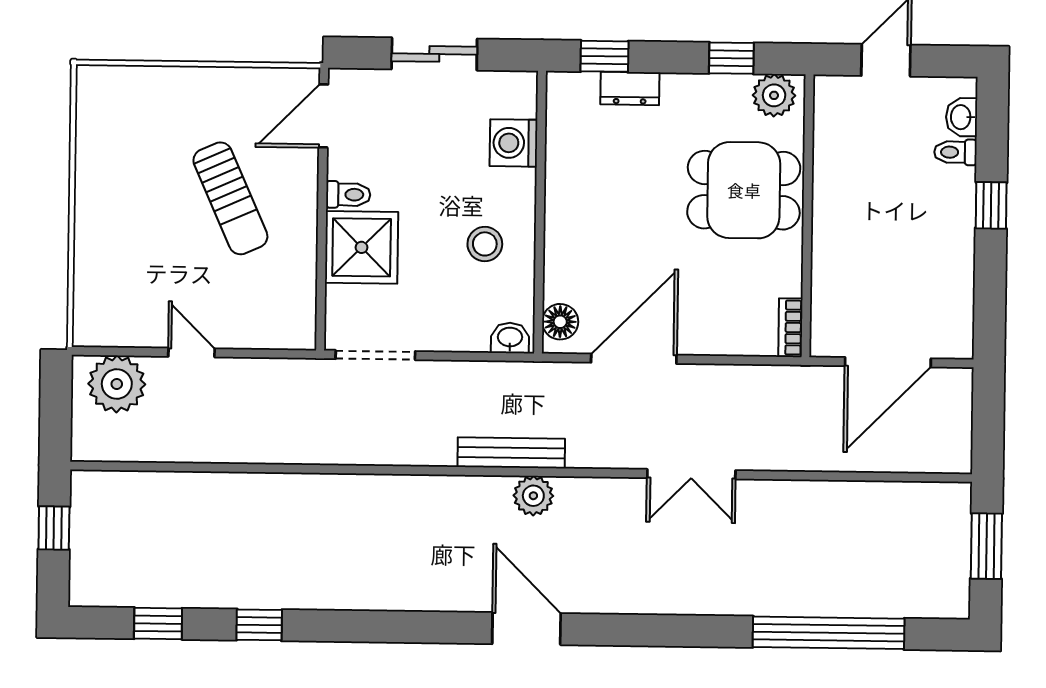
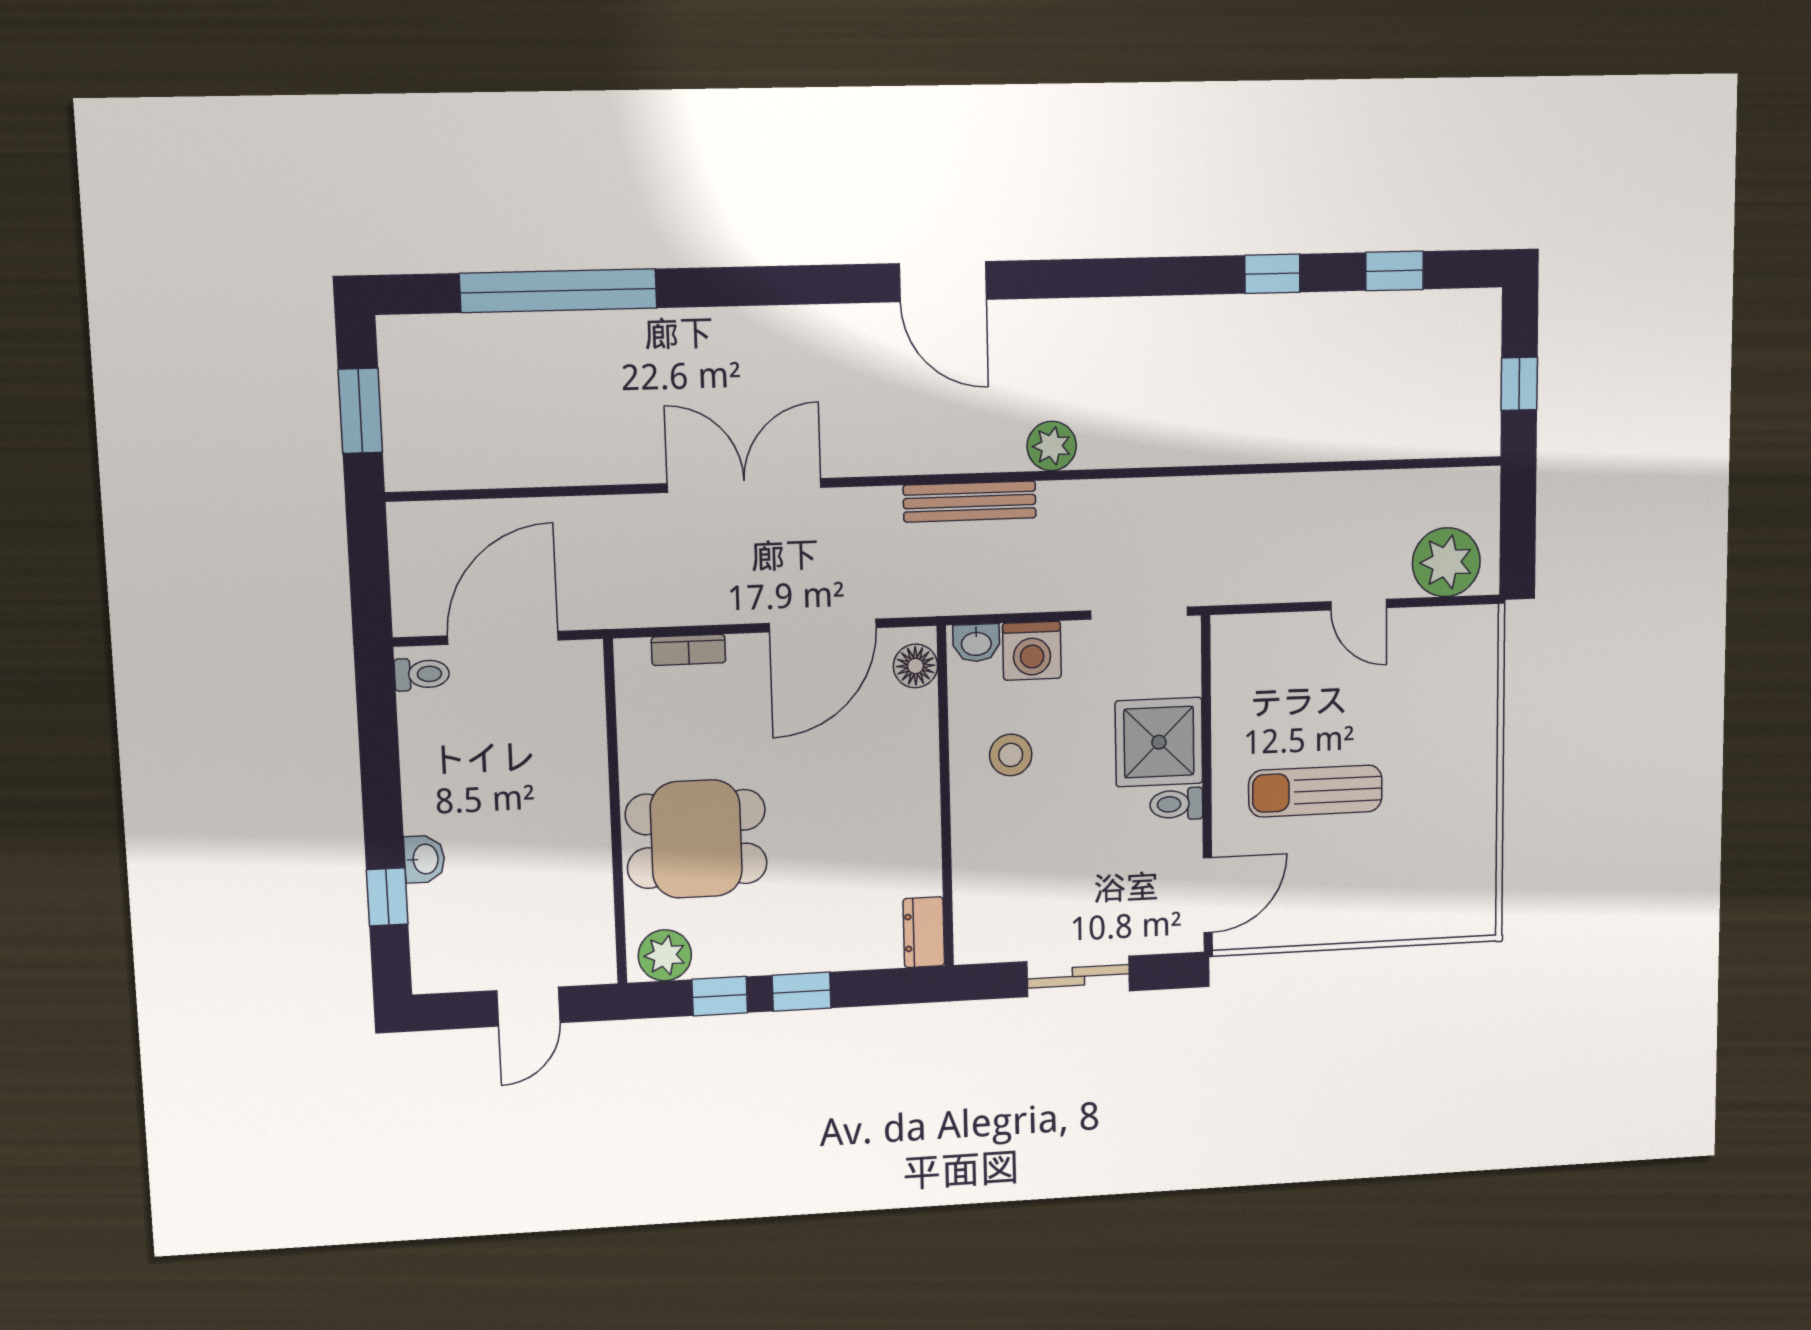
window: (604, 56) -> (802, 992), moved
dresser: (630, 88) -> (924, 932), moved, turned -90
washbasin: (962, 117) -> (424, 859), moved
washing machine: (514, 143) -> (1032, 651), moved, turned 90
toilet: (955, 152) -> (422, 674), moved
sun lounger: (230, 198) -> (1315, 791), turned -66
window: (991, 205) -> (387, 897), moved
bookcase: (790, 327) -> (688, 650), moved, turned 90
double door: (691, 474) -> (744, 485), width x1.37
plant: (533, 496) -> (1052, 446), moved

